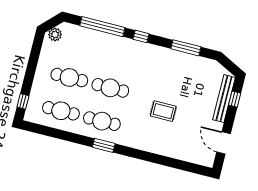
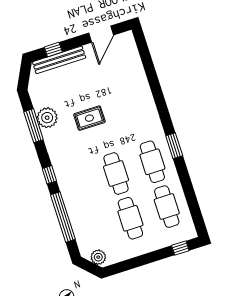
plant: (186, 62) -> (47, 118), added
rug: (163, 111) -> (89, 118), moved, turned 90

